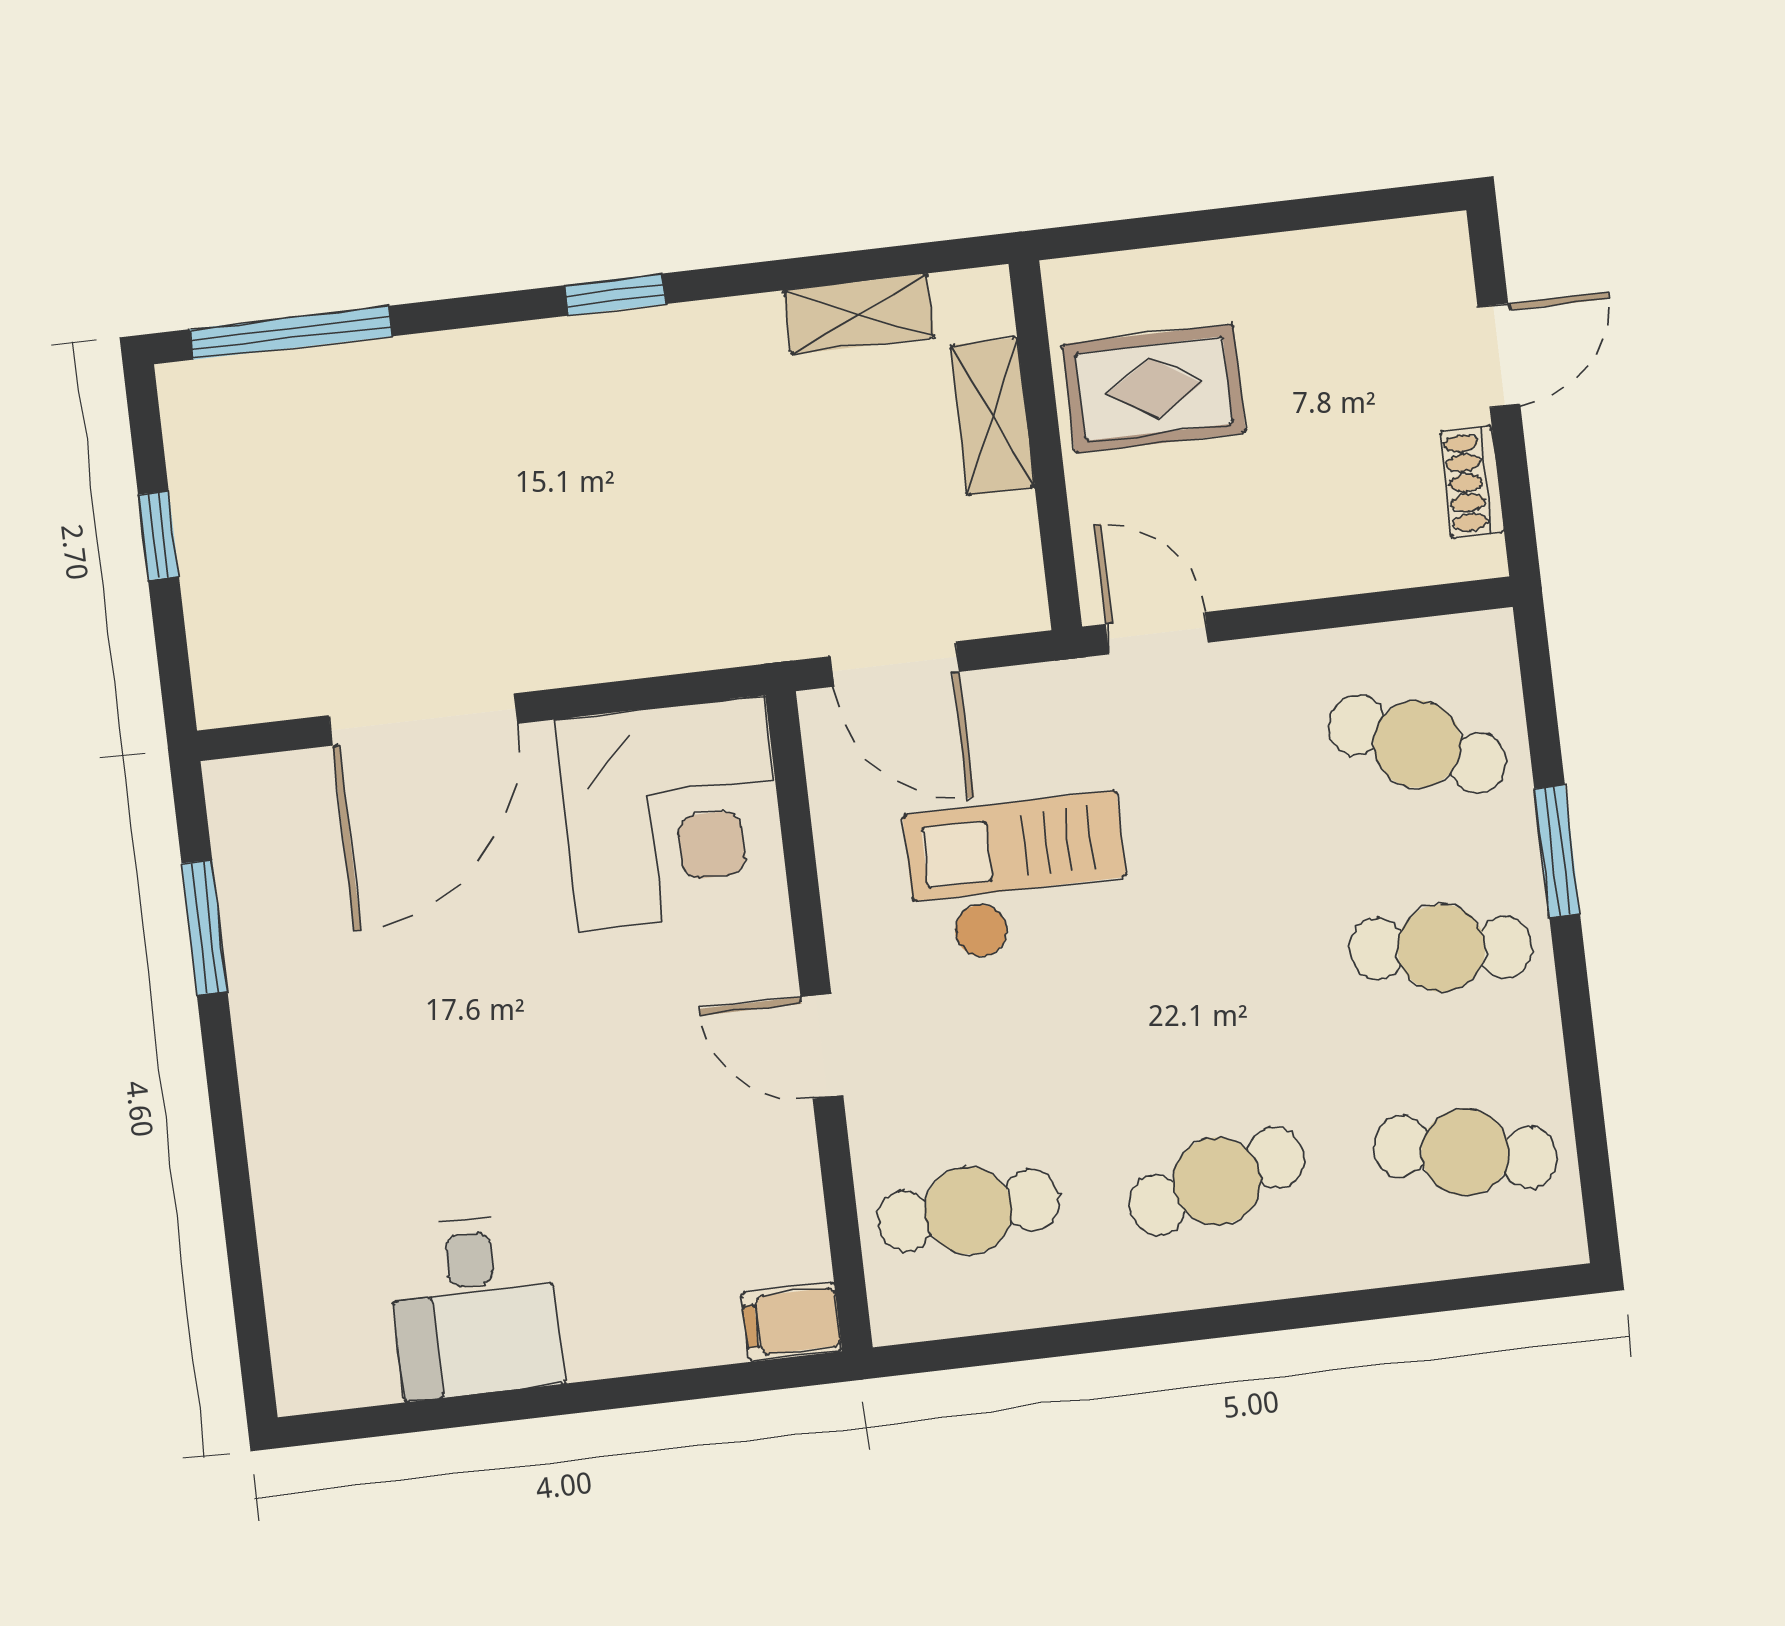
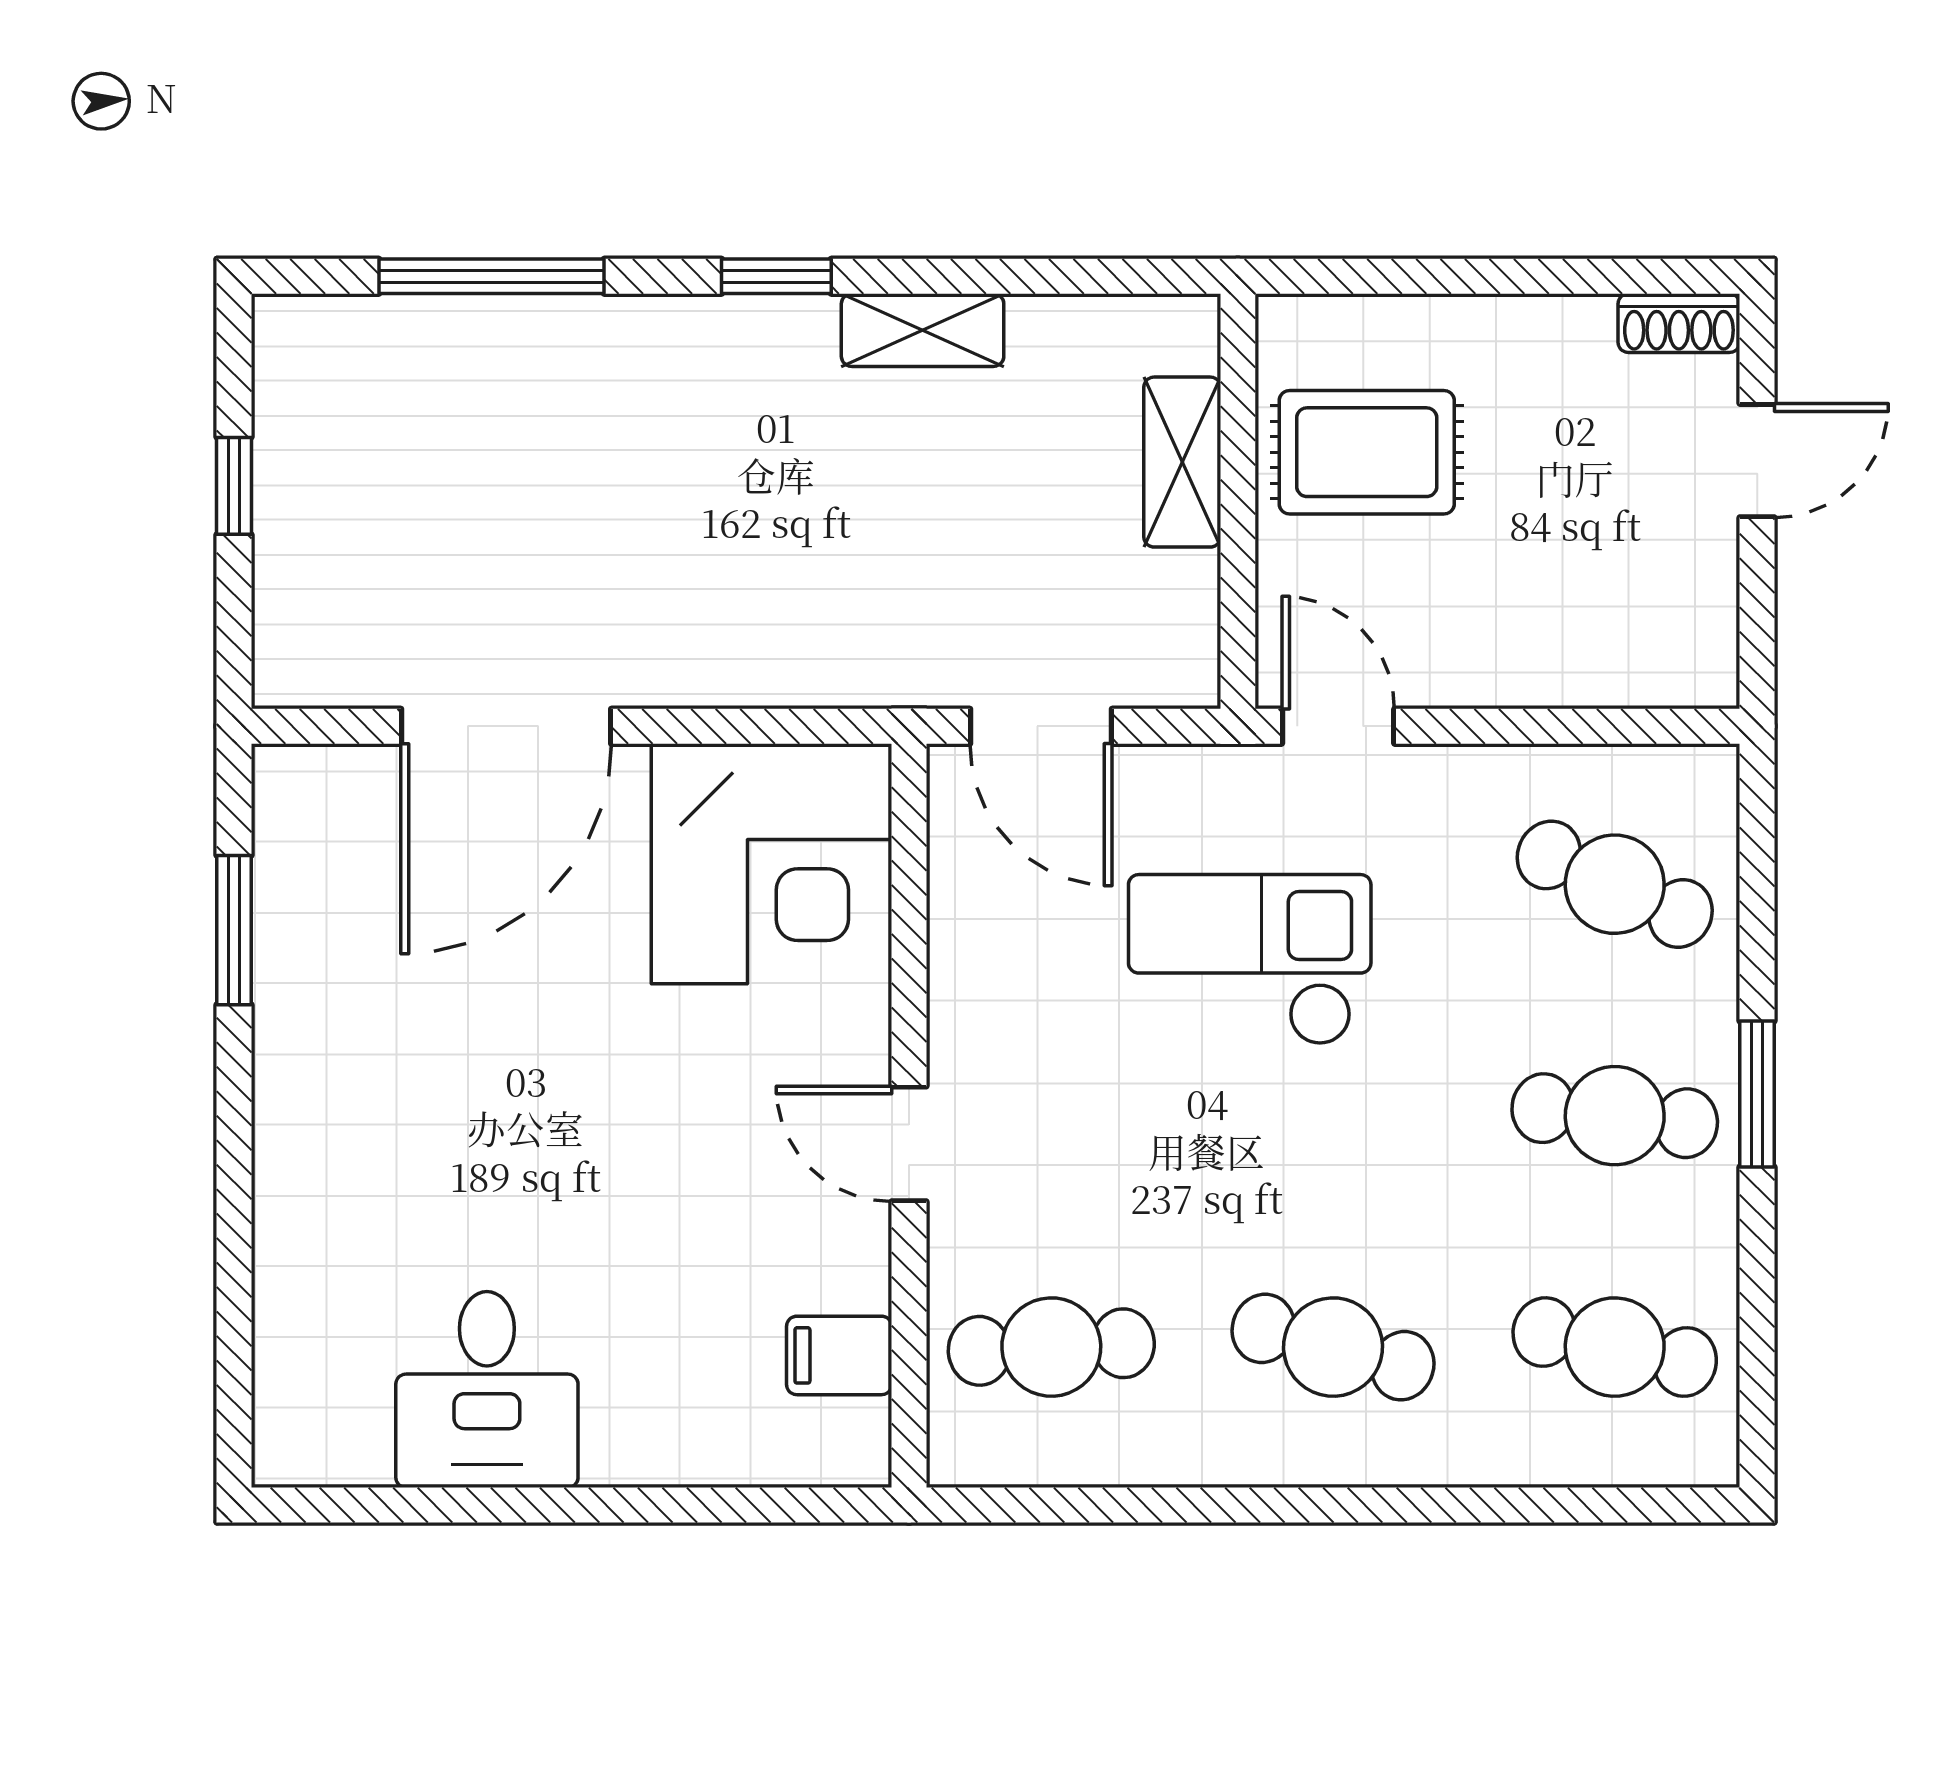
shelving: (859, 314) -> (923, 330), moved
window: (291, 333) -> (491, 276), moved
shoe rack: (1472, 482) -> (1679, 323), moved, turned -90
window: (1557, 851) -> (1757, 1094), moved
checkout: (1018, 877) -> (1250, 960), moved
cafe table: (1217, 1181) -> (1333, 1347), turned 30
filing cabinet: (792, 1322) -> (839, 1355), moved

